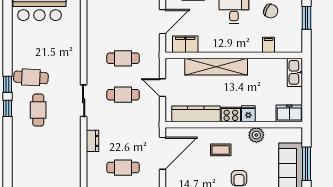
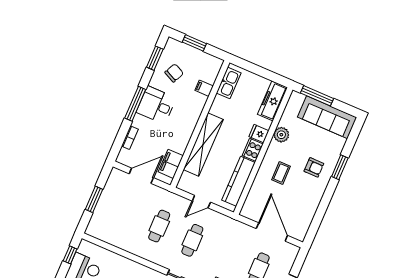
door: (162, 22) -> (141, 176), hinge flipped
kitchen sink: (295, 72) -> (229, 83), moved, turned -90
freezer: (289, 113) -> (272, 101), width x1.40
door: (162, 153) -> (272, 232), moved
window: (307, 164) -> (317, 96), moved

